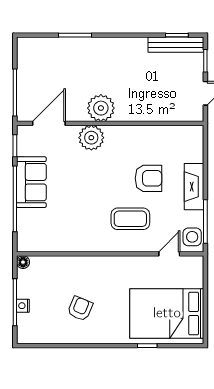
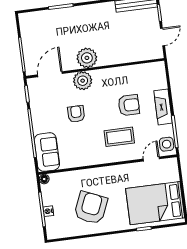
armchair: (77, 181) -> (76, 114), added
sofa: (31, 182) -> (47, 152), moved
armchair: (80, 309) -> (91, 208), width x1.88, depth x1.88

